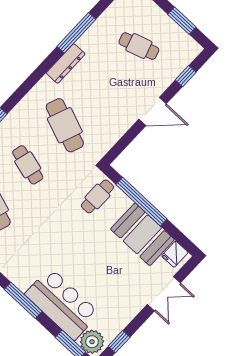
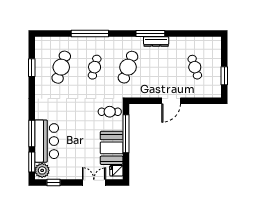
window: (76, 33) -> (150, 34), moved
window: (186, 76) -> (201, 101), removed
door: (153, 111) -> (171, 101), hinge flipped
double door: (164, 294) -> (94, 183), swing flipped
window: (23, 300) -> (32, 133), moved

